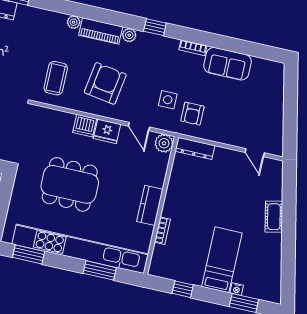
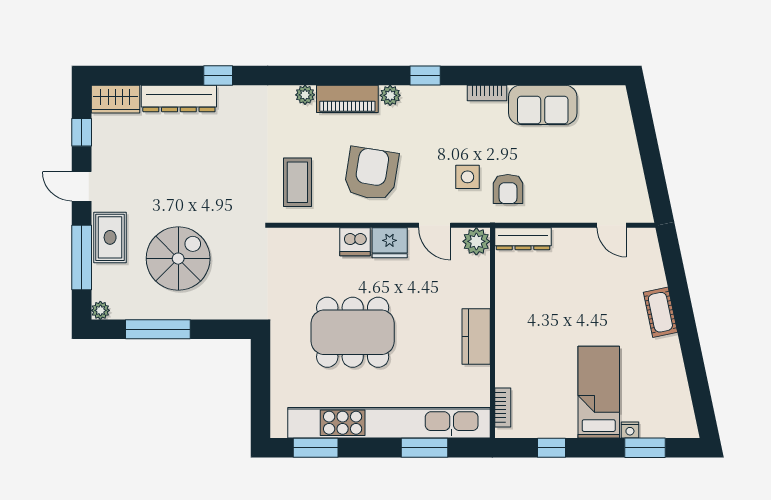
bookcase: (162, 231) -> (503, 408), moved

